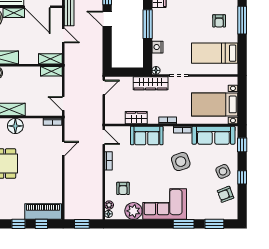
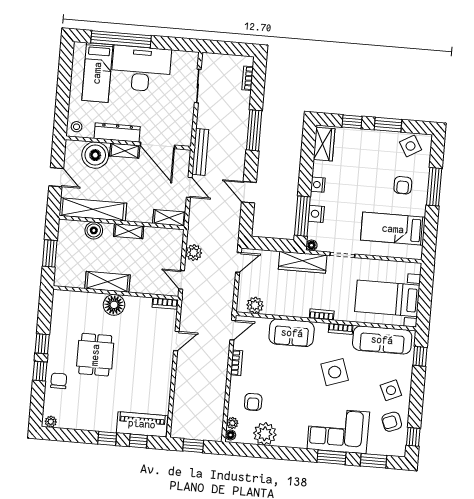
door: (107, 19) -> (249, 192), moved
window: (148, 24) -> (302, 216), moved
nightstand: (157, 26) -> (318, 185), added
shelving: (51, 71) -> (129, 231), moved
plant: (70, 83) -> (194, 253), added
plant: (118, 118) -> (255, 305), added
wardrobe: (136, 118) -> (279, 307), removed
door: (104, 137) -> (233, 330), hinge flipped
window: (242, 177) -> (413, 437), moved
corner sofa: (165, 204) -> (338, 430), moved

